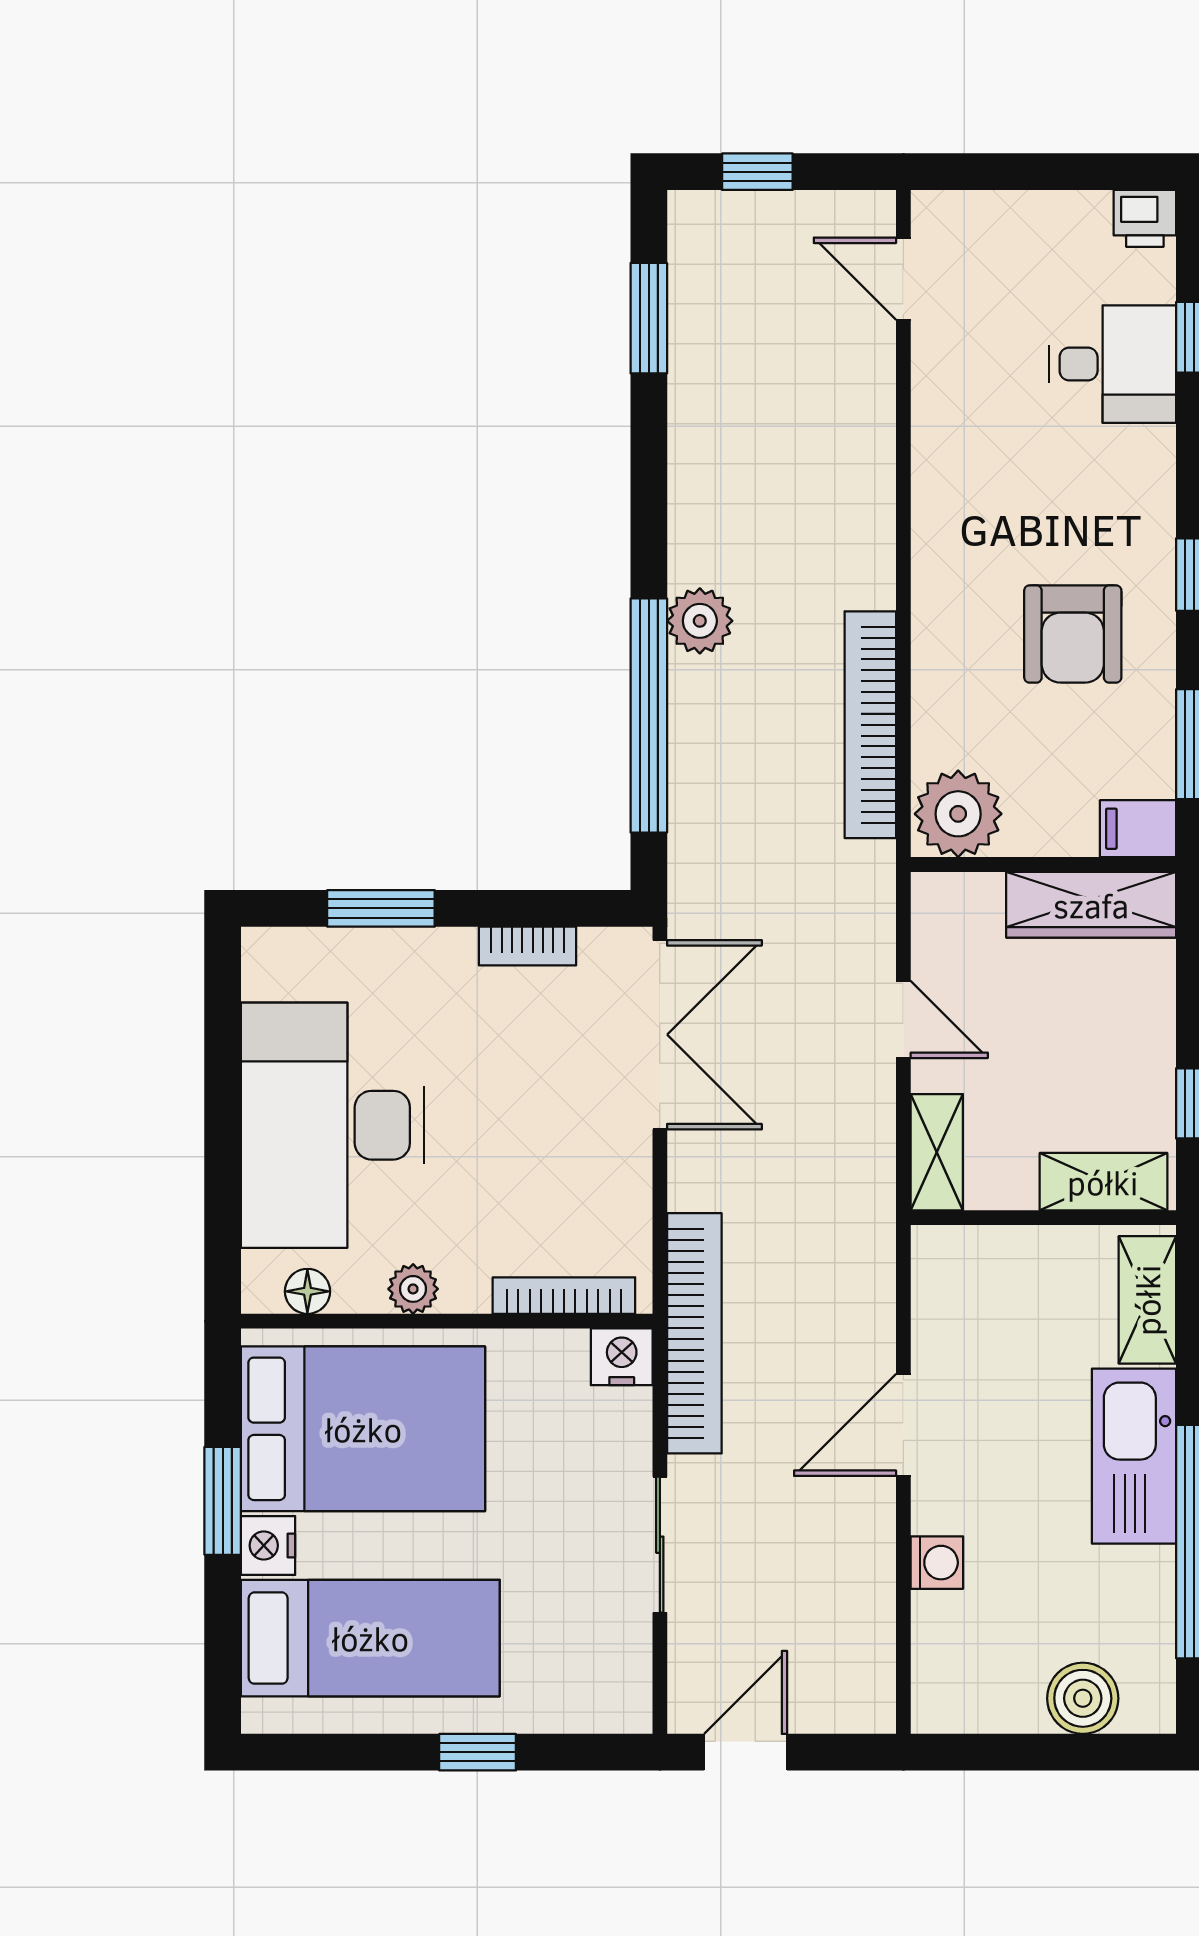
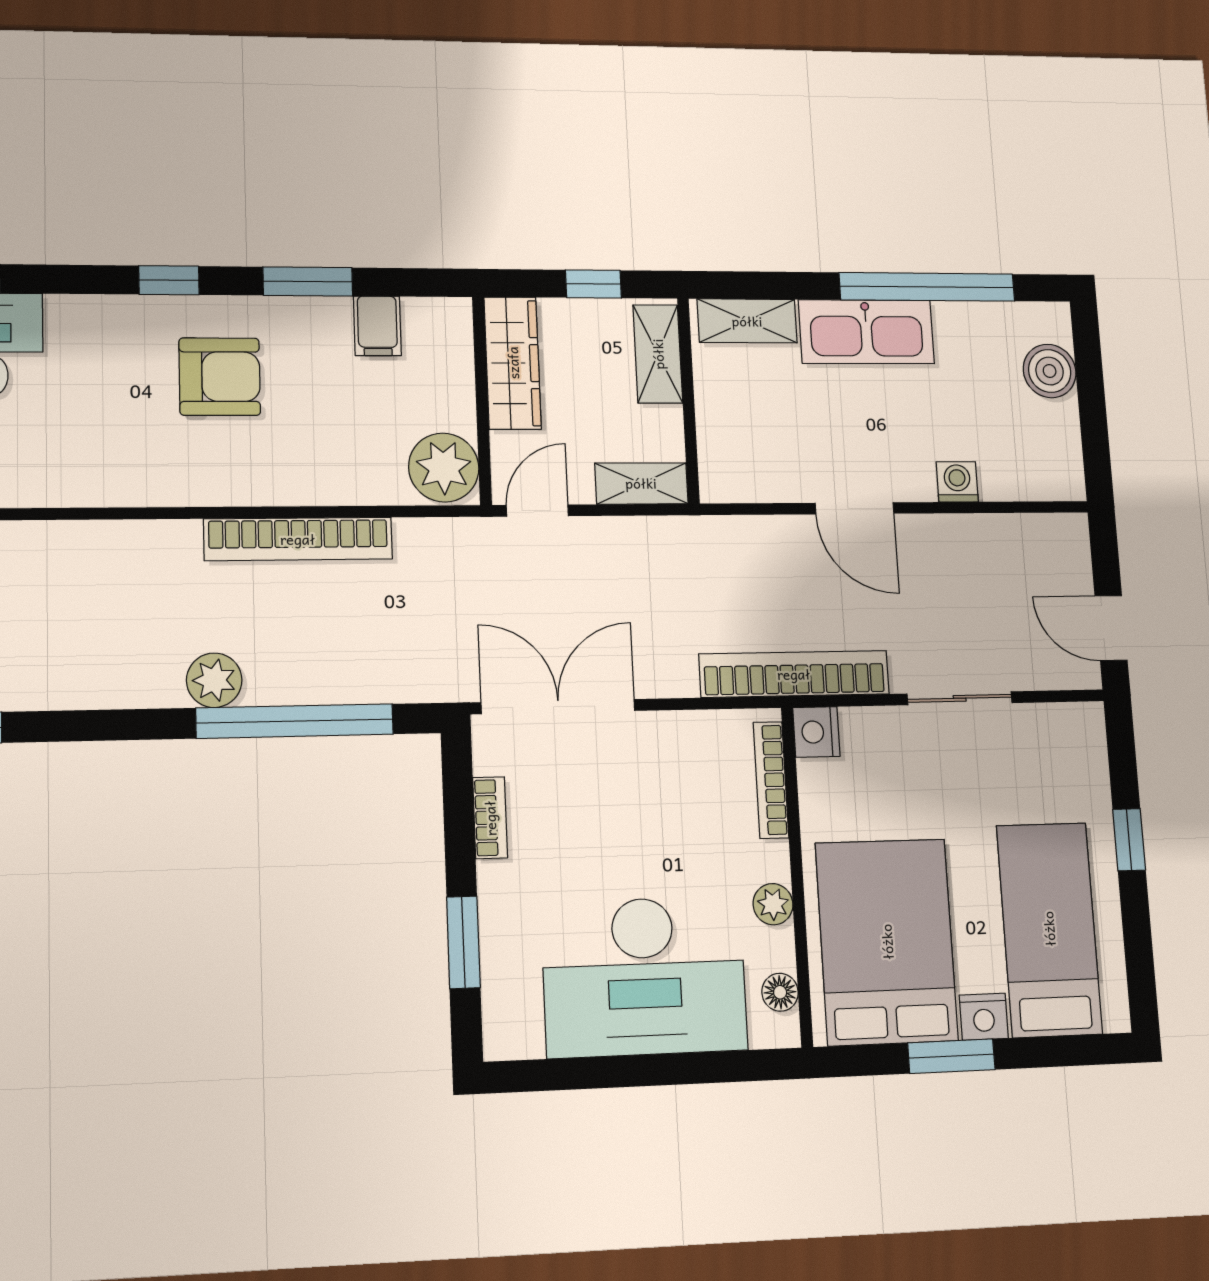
plant: (958, 814) -> (444, 467), moved
wall: (1043, 865) -> (482, 400), moved
wardrobe: (1091, 905) -> (513, 363), moved

